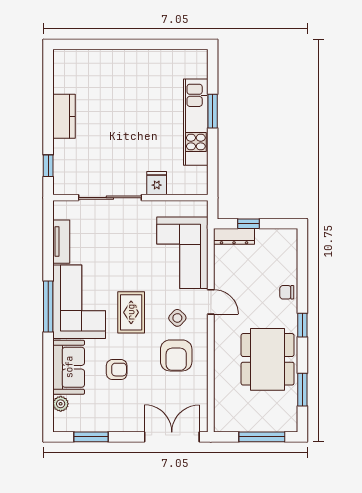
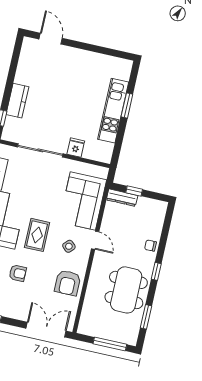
door: (90, 44) -> (51, 39), added
kitchen counter: (64, 116) -> (17, 101), moved
armchair: (176, 355) -> (68, 283), moved

